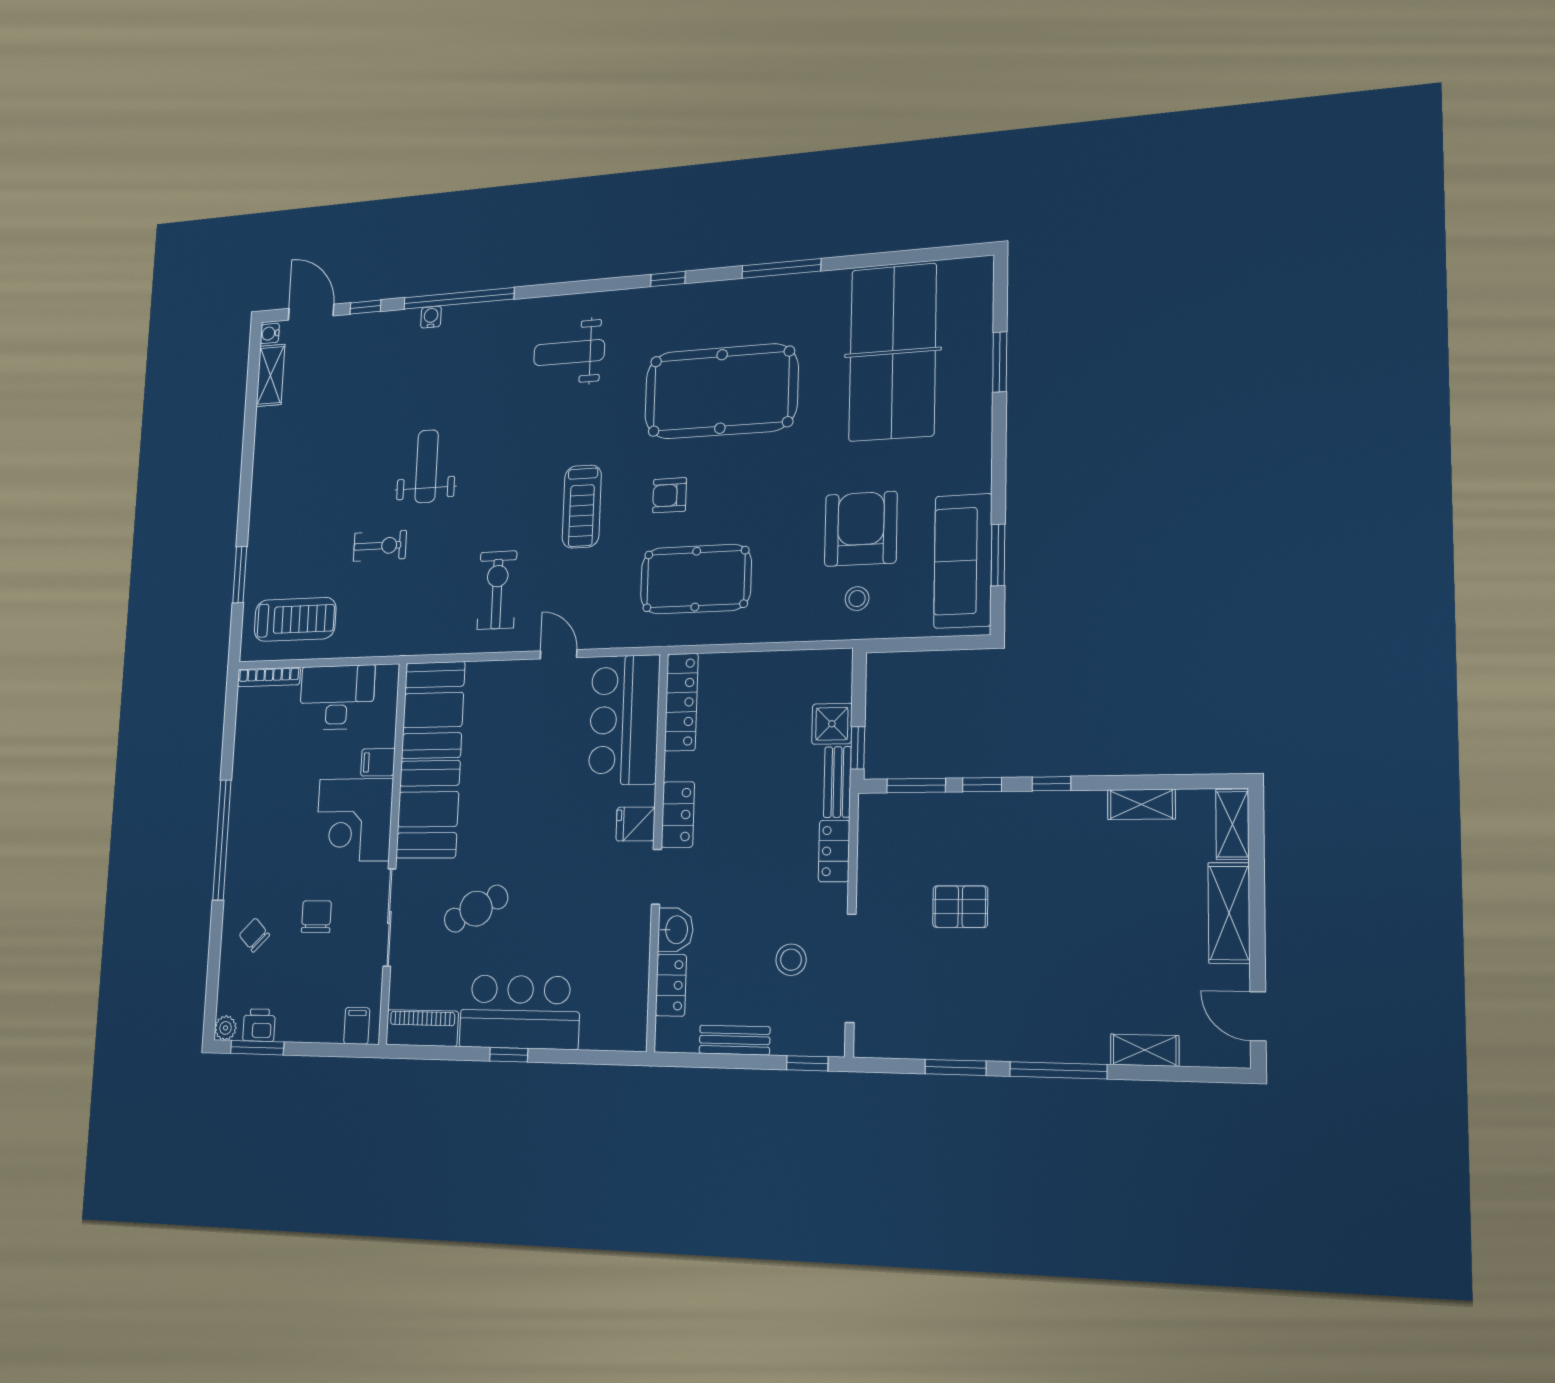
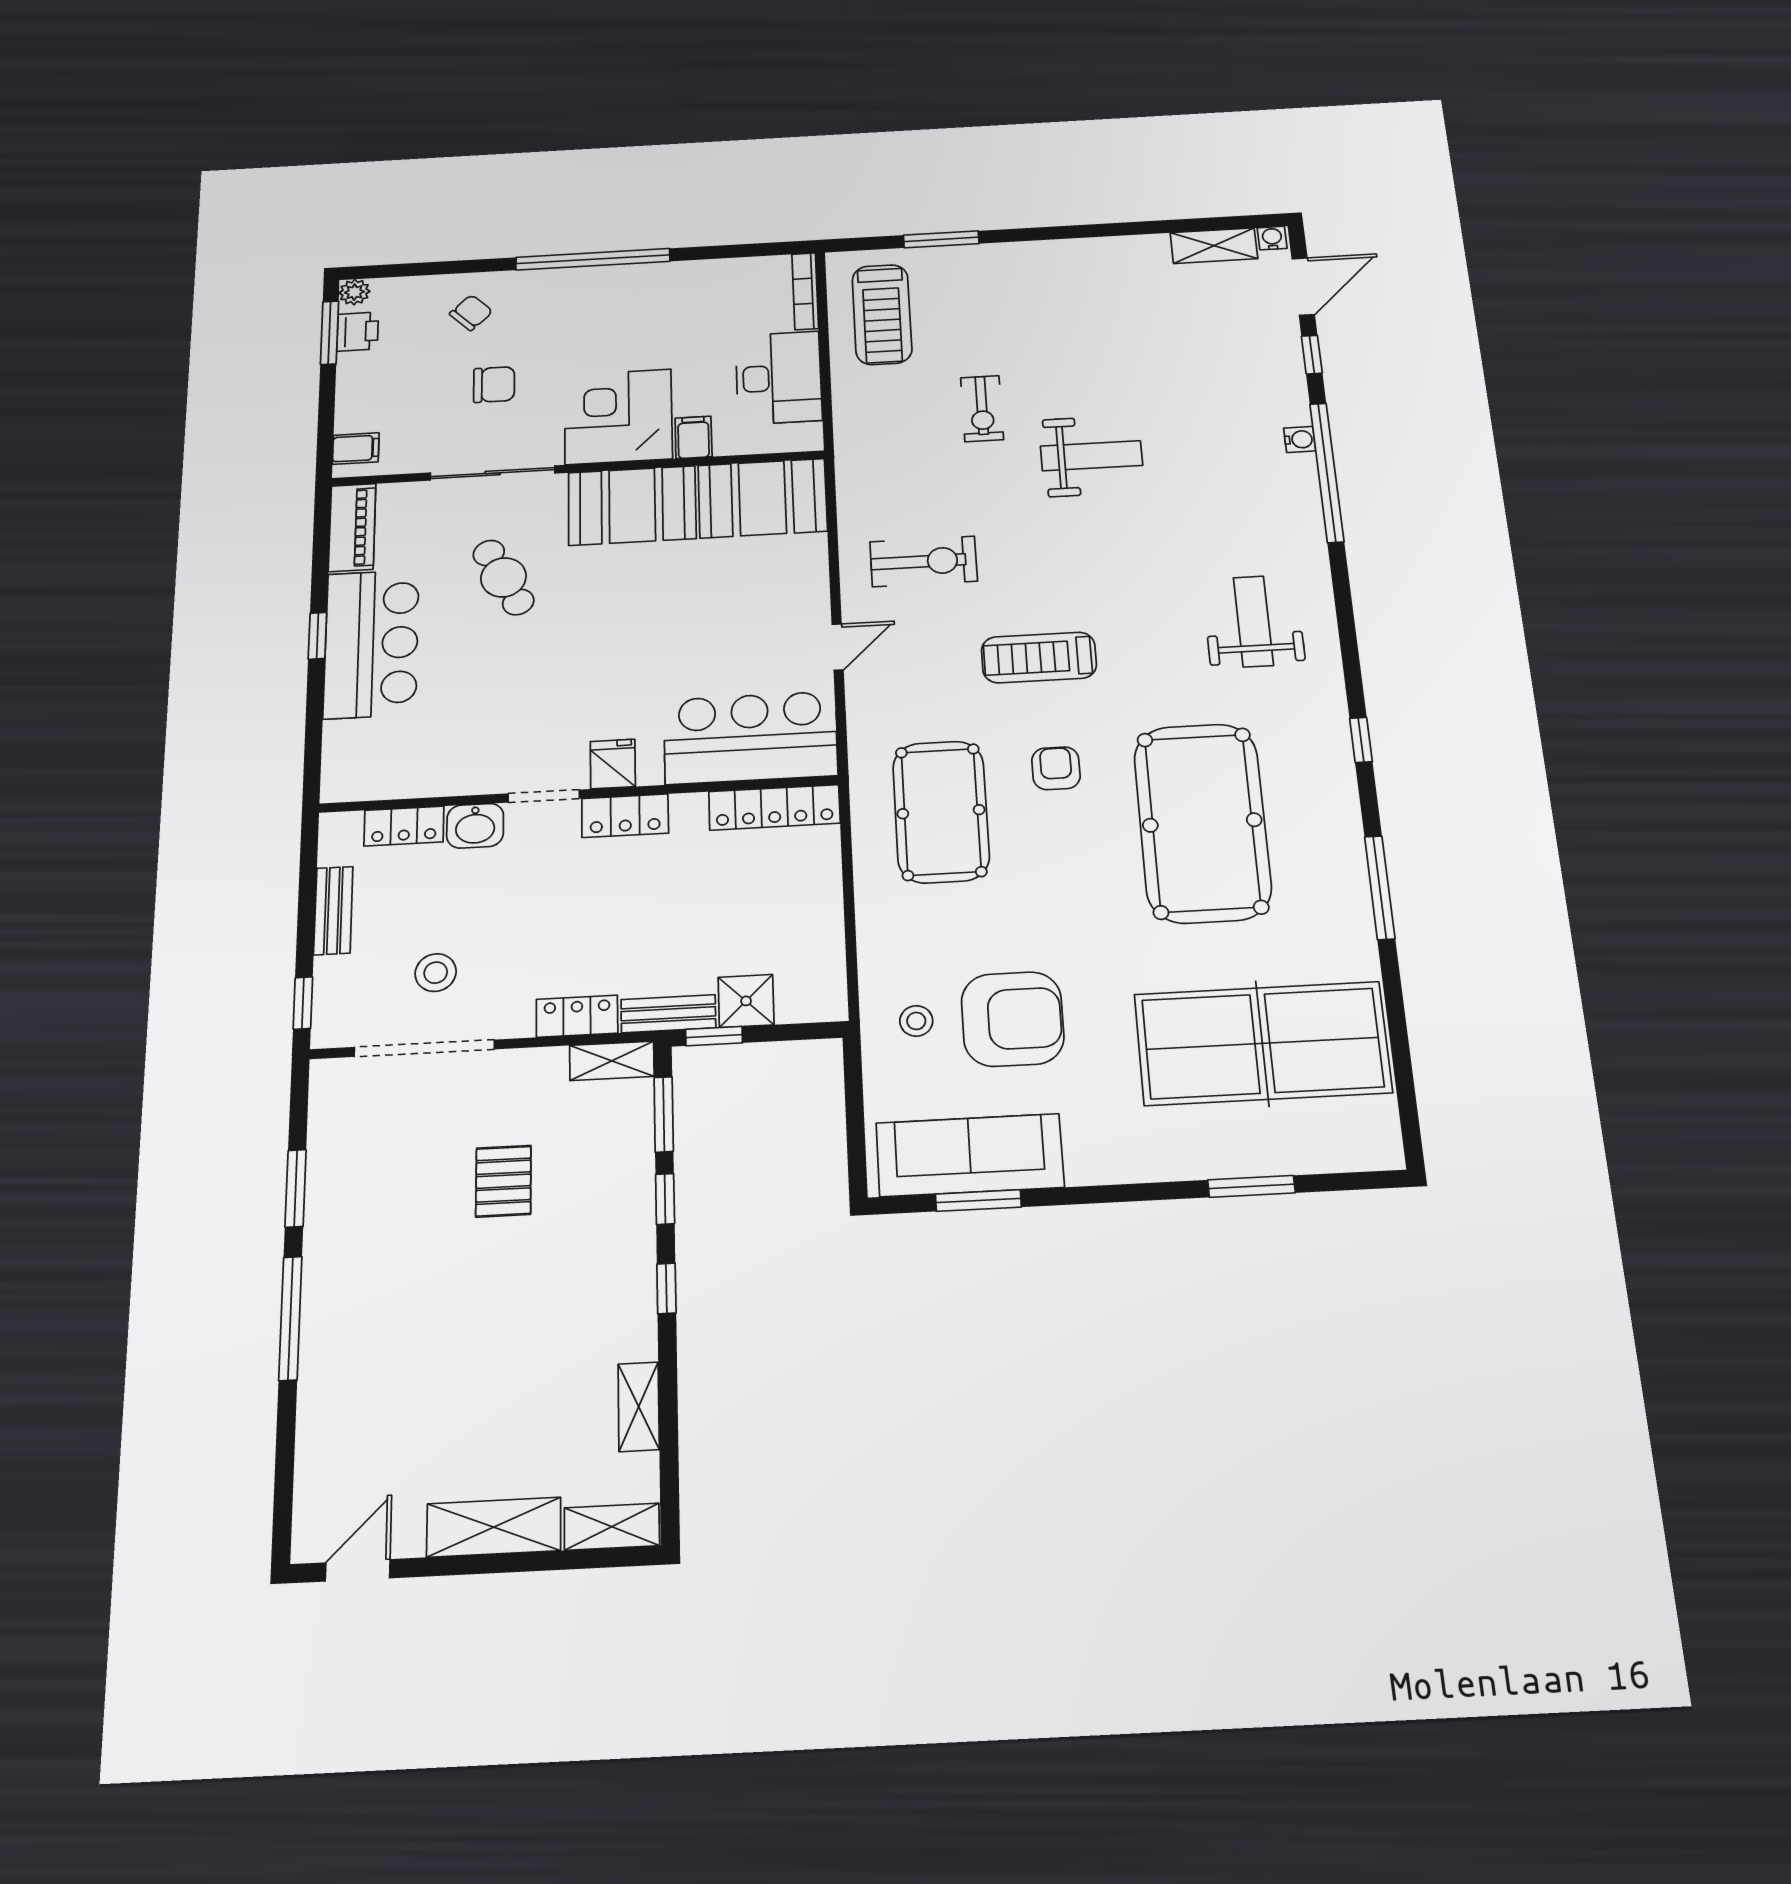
shelving: (1145, 1050) -> (612, 1061), moved, turned 90

